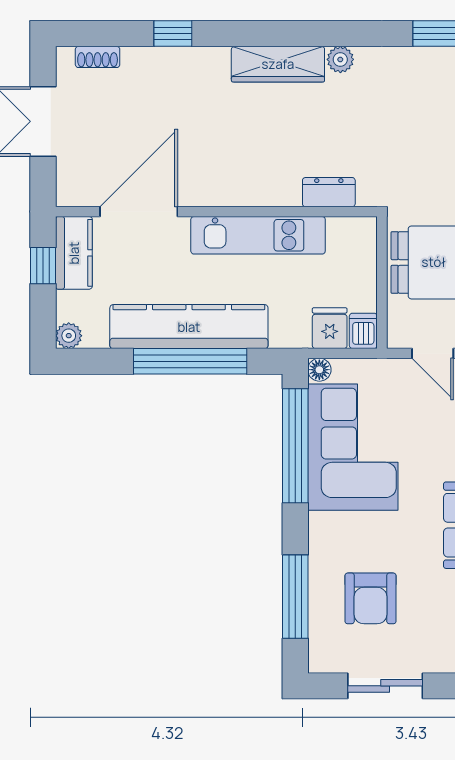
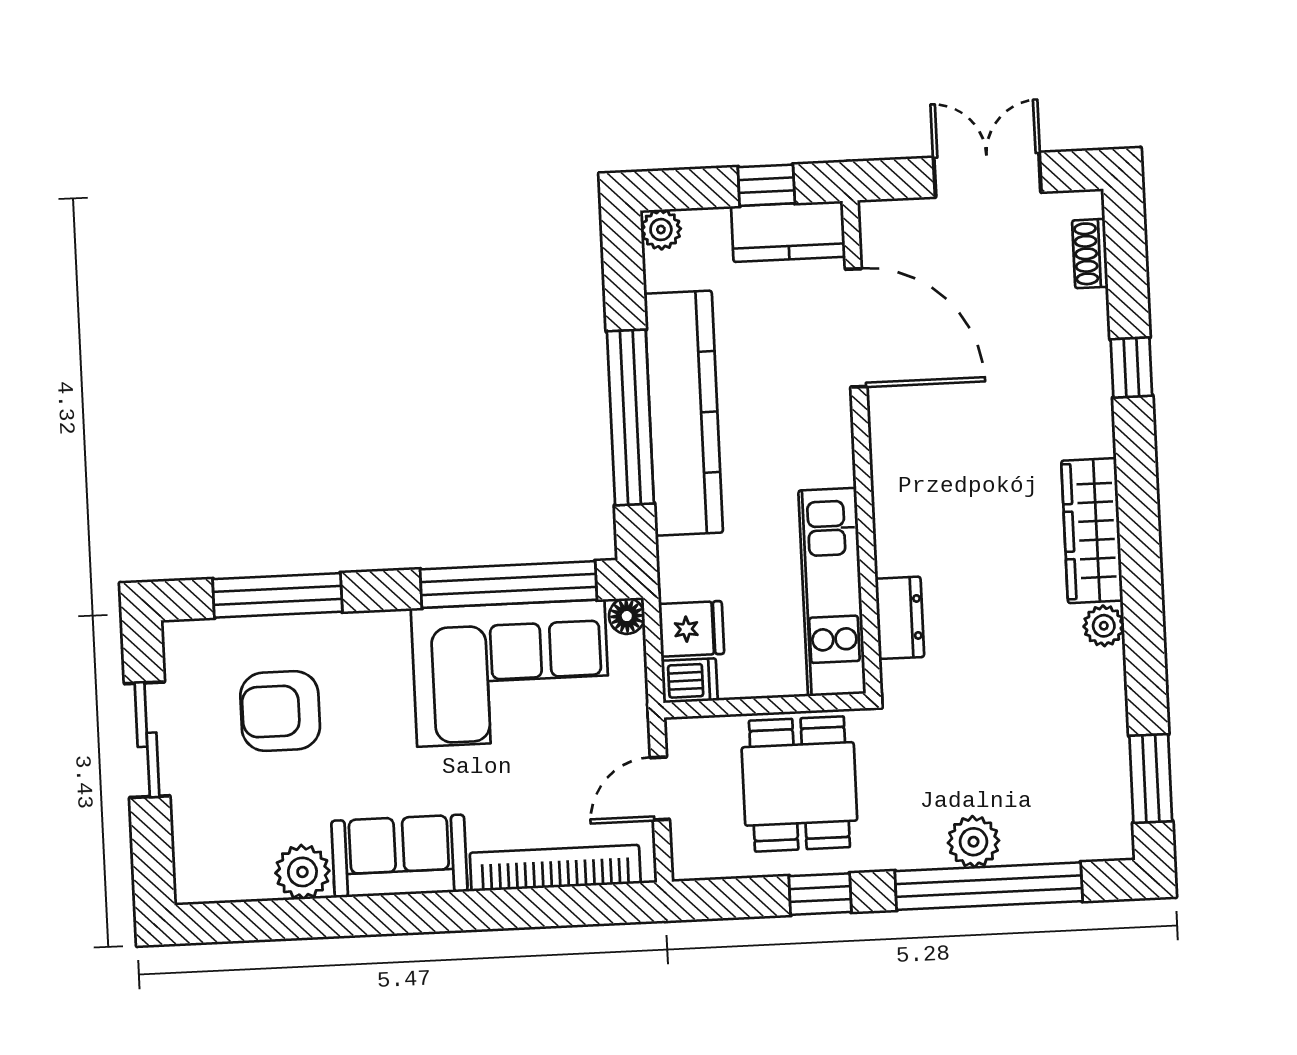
kitchen unit: (258, 235) -> (832, 592), moved

